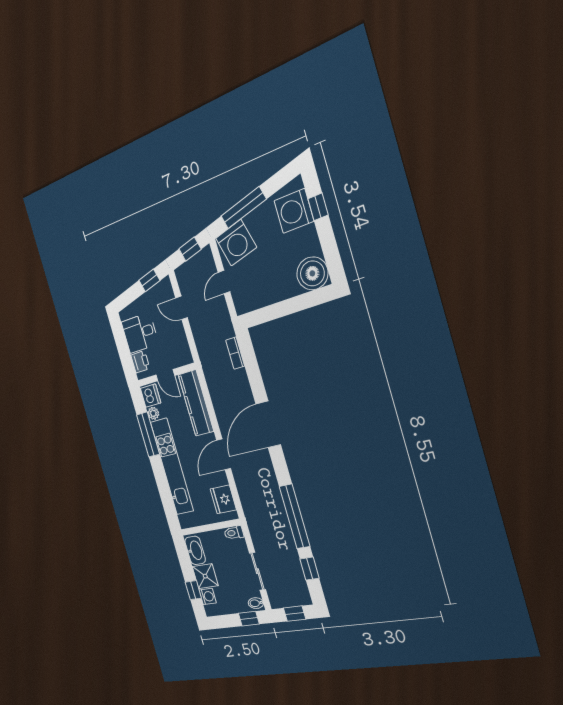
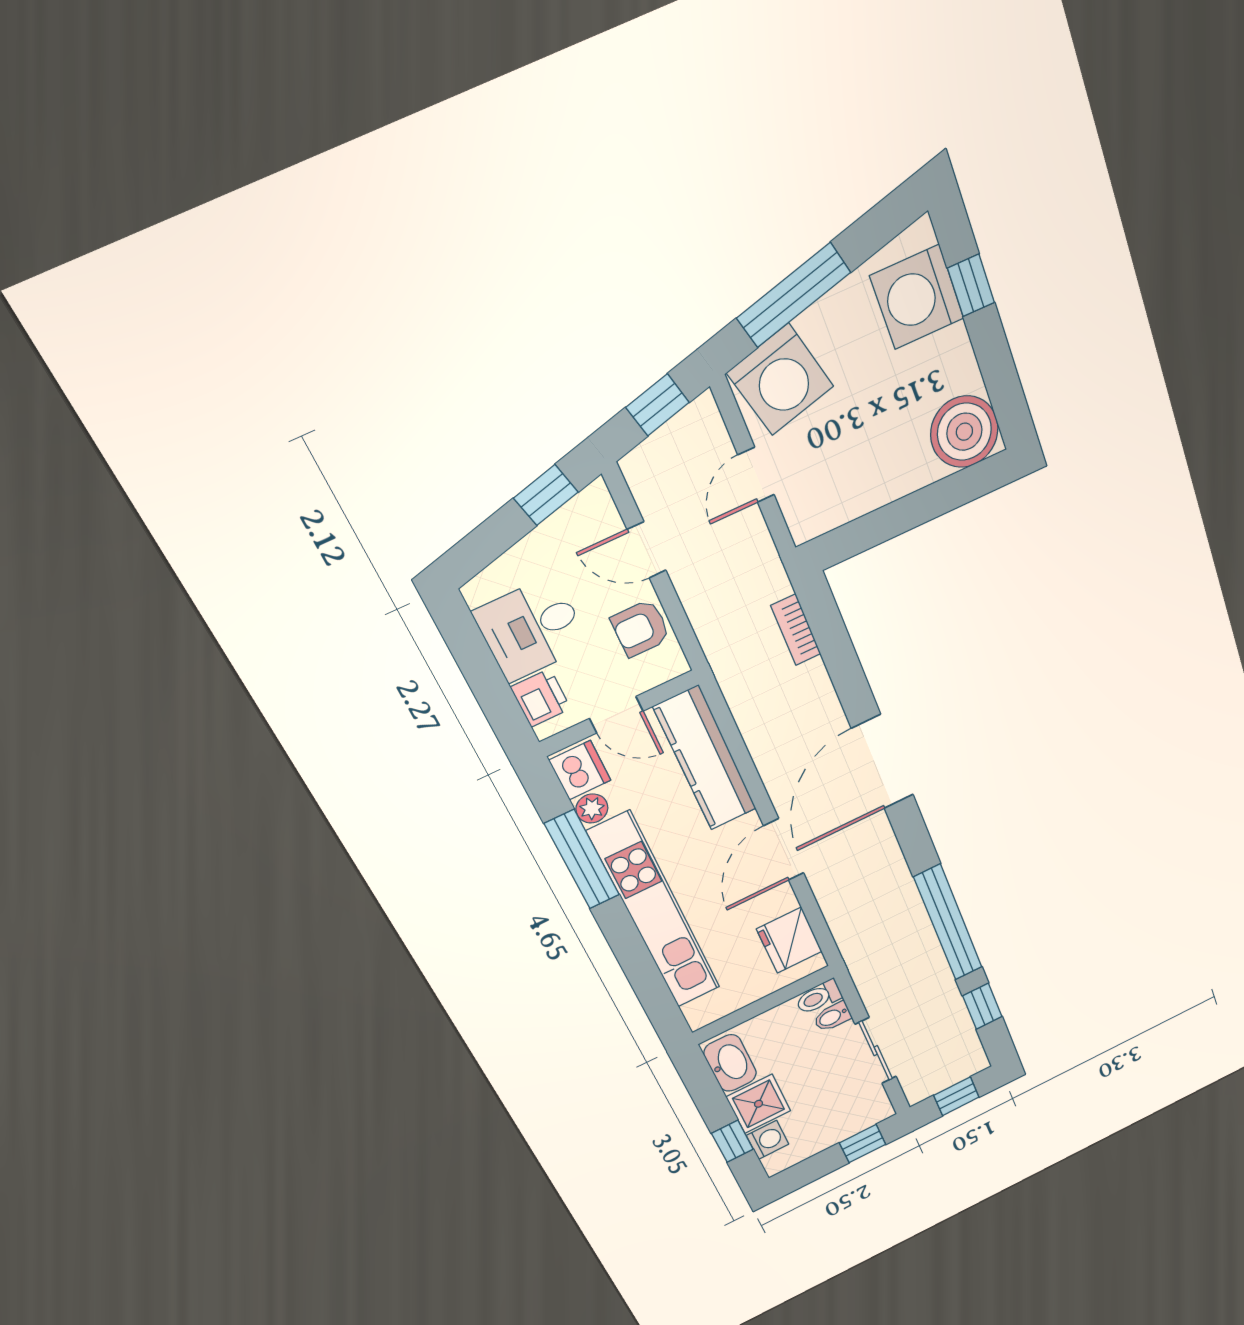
armchair: (177, 340) -> (641, 628), added
bidet: (256, 603) -> (832, 1017), moved

